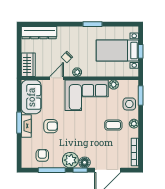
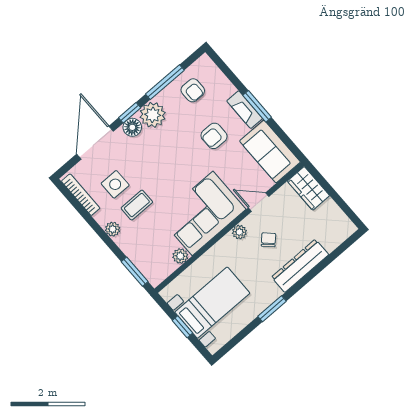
dresser: (39, 33) -> (300, 266), moved
door: (56, 78) -> (259, 202), swing flipped
side table: (129, 104) -> (115, 184), moved

